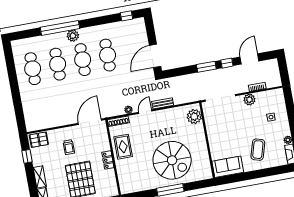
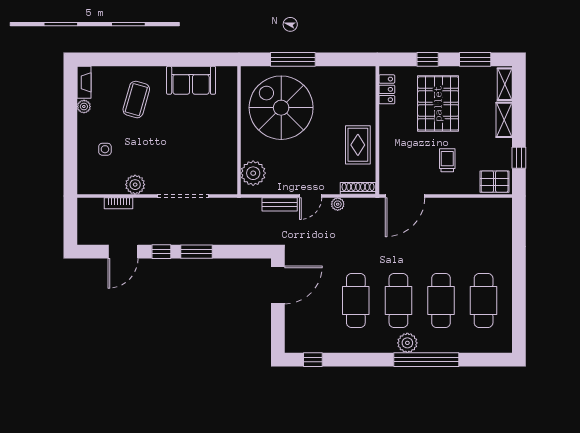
plant: (194, 117) -> (253, 173), moved
wall: (207, 140) -> (239, 130), moved
locker: (108, 160) -> (387, 89), moved

